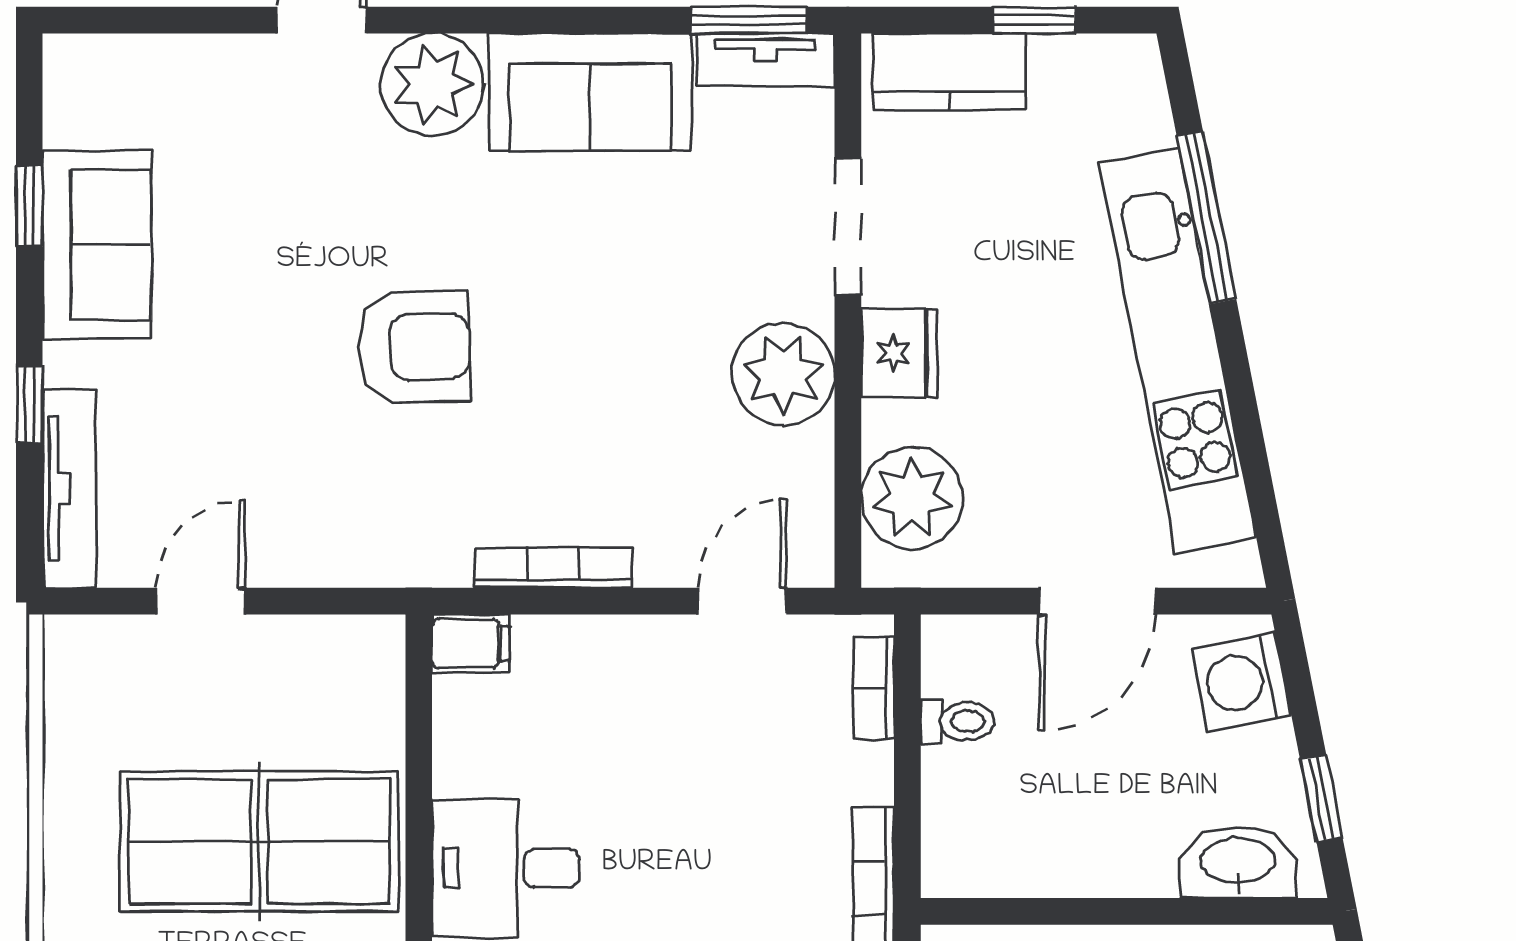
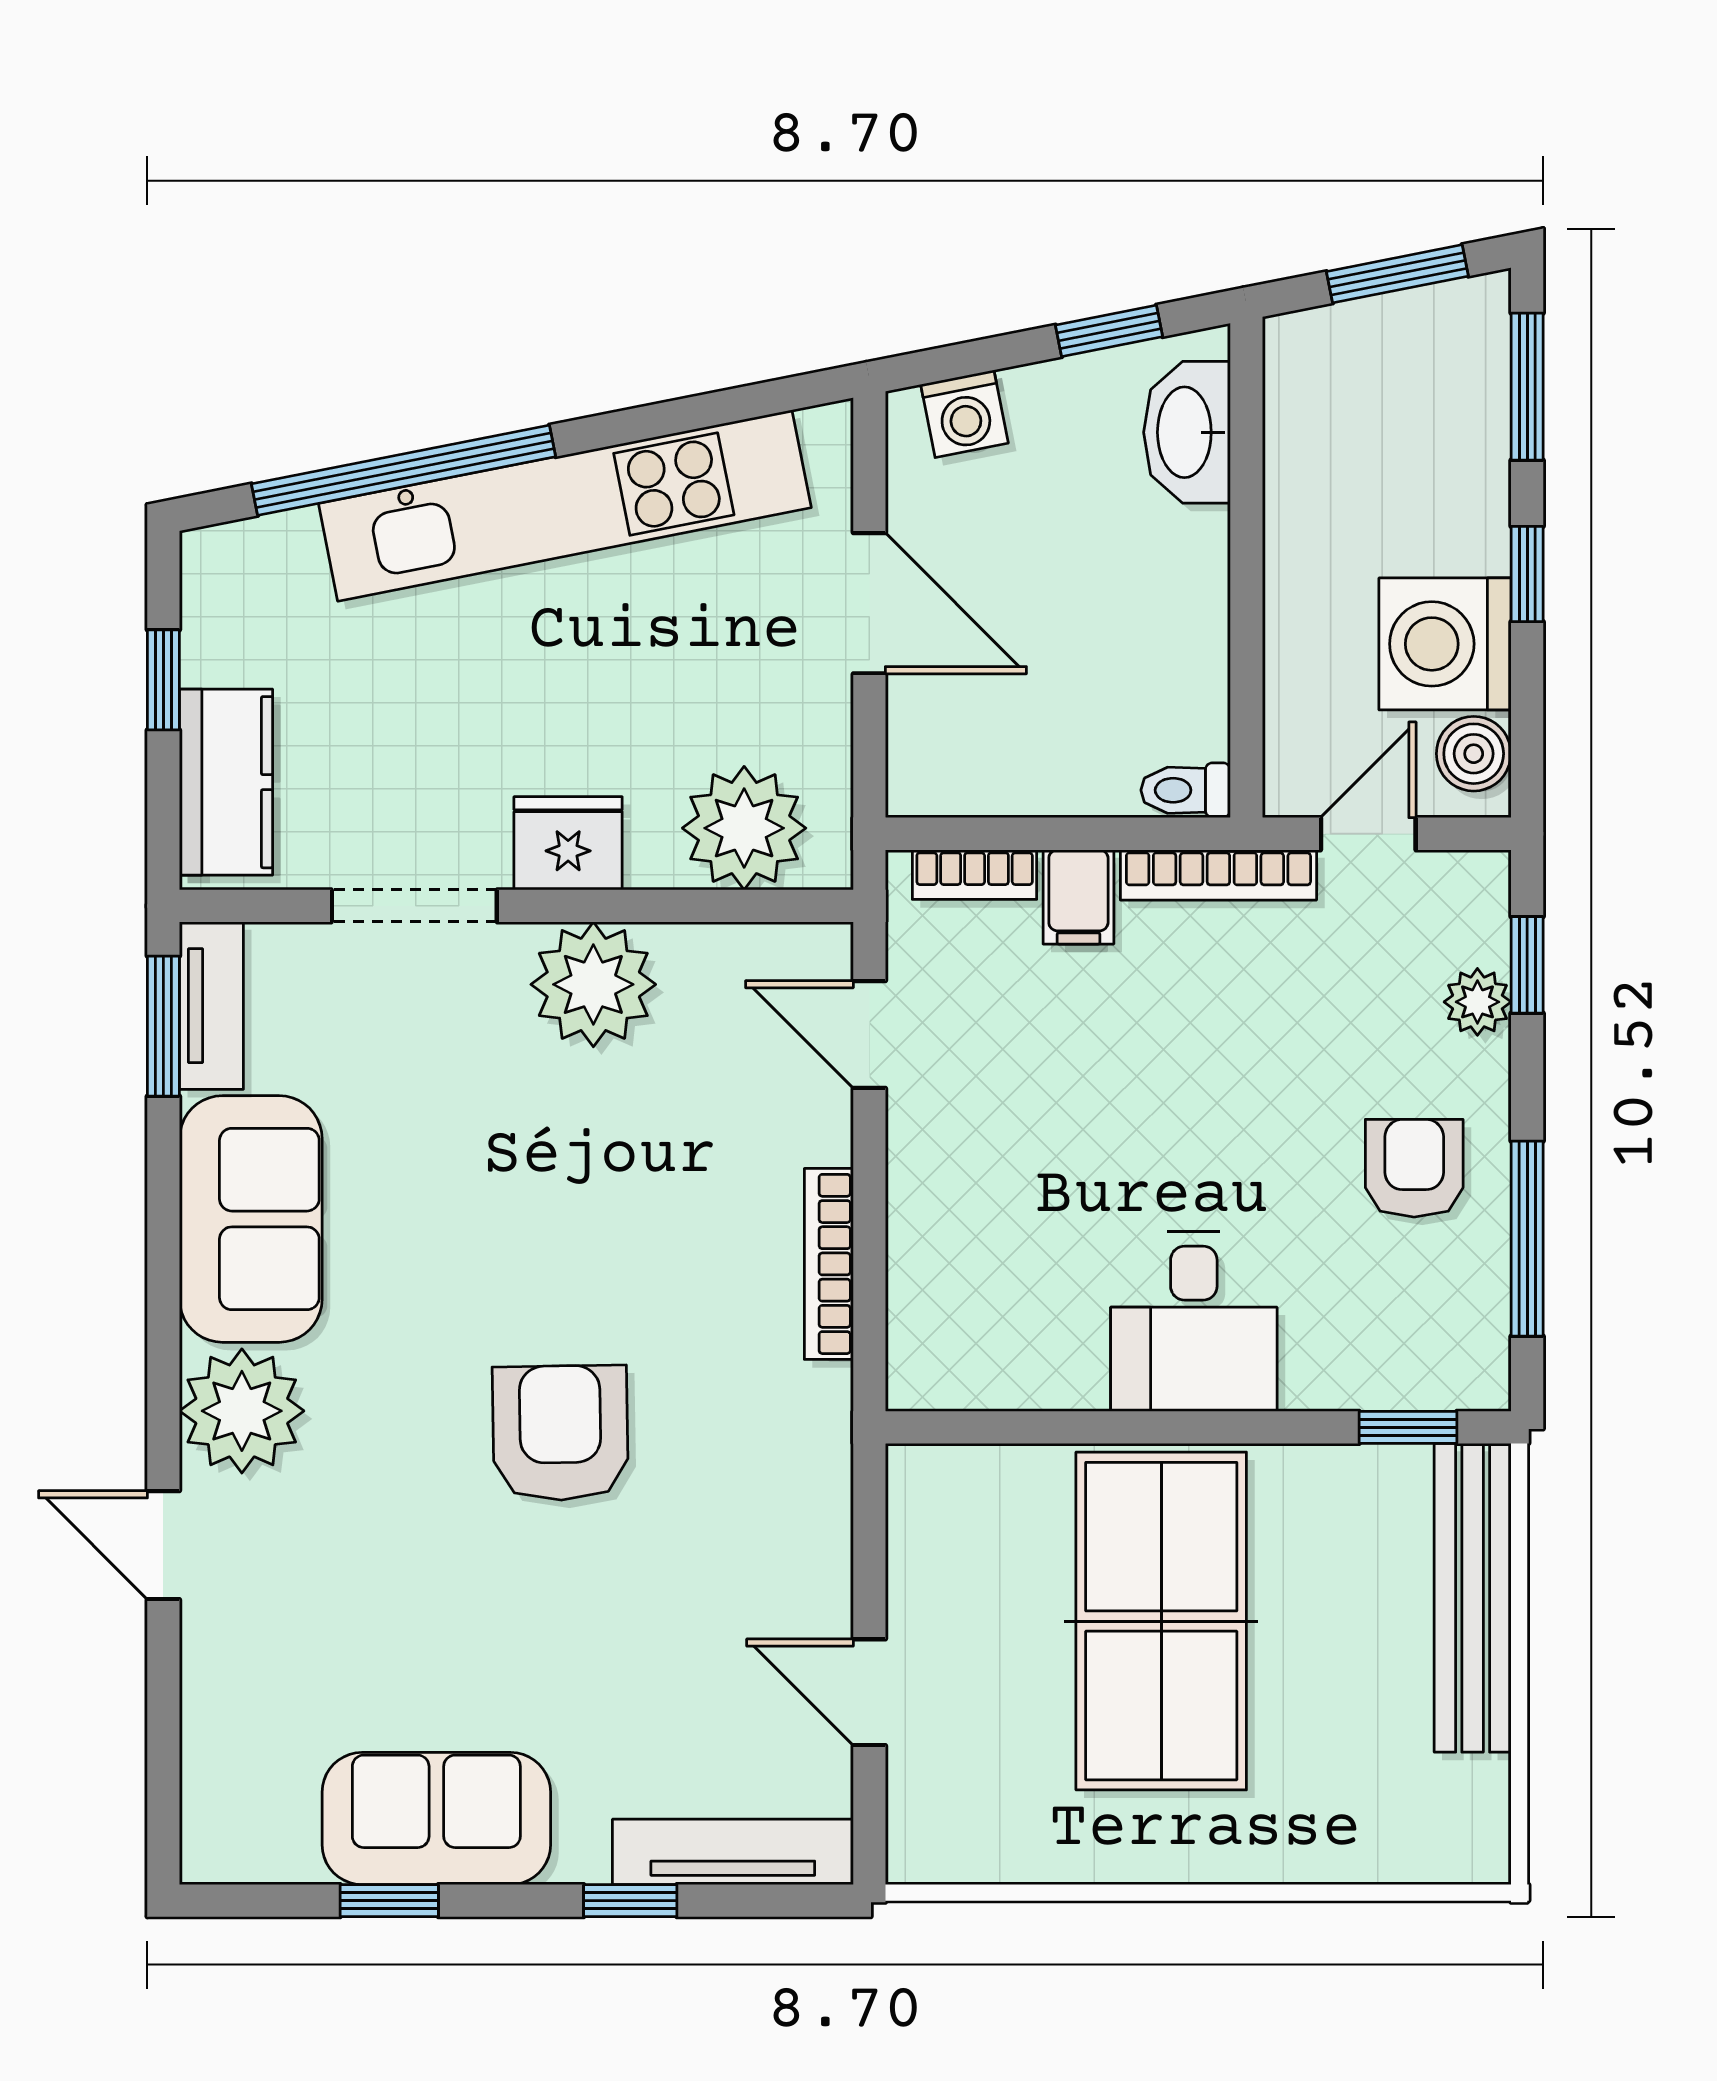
window: (1206, 218) -> (403, 470), width x1.46
filing cabinet: (471, 643) -> (1078, 897), moved, turned 180
washing machine: (1242, 682) -> (964, 414), width x0.73, depth x0.73
toilet: (957, 721) -> (1186, 790), moved, turned -90

